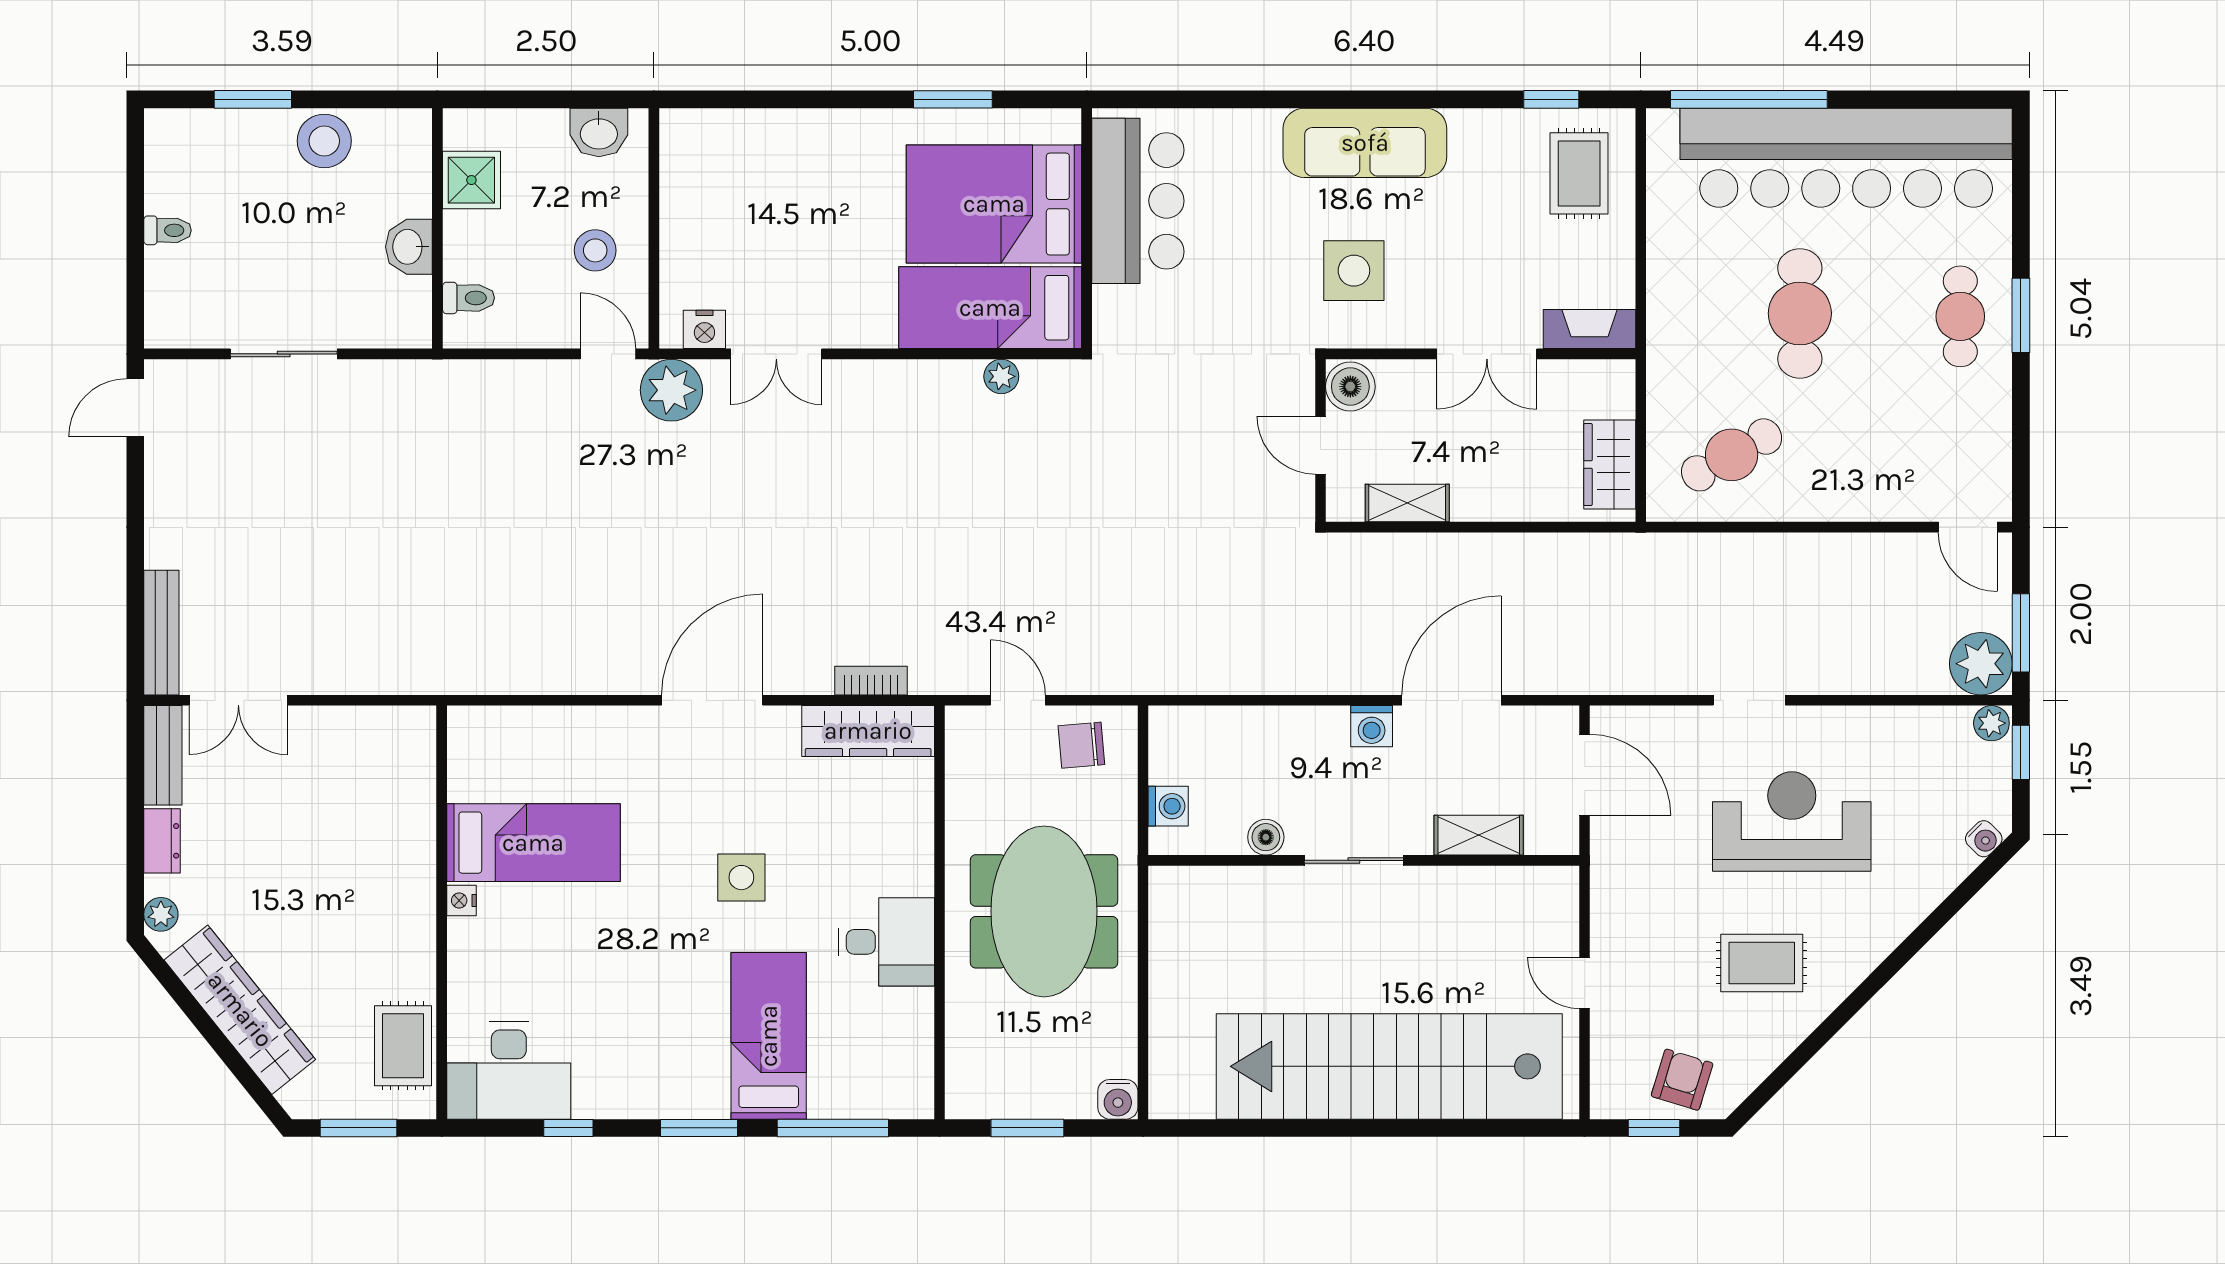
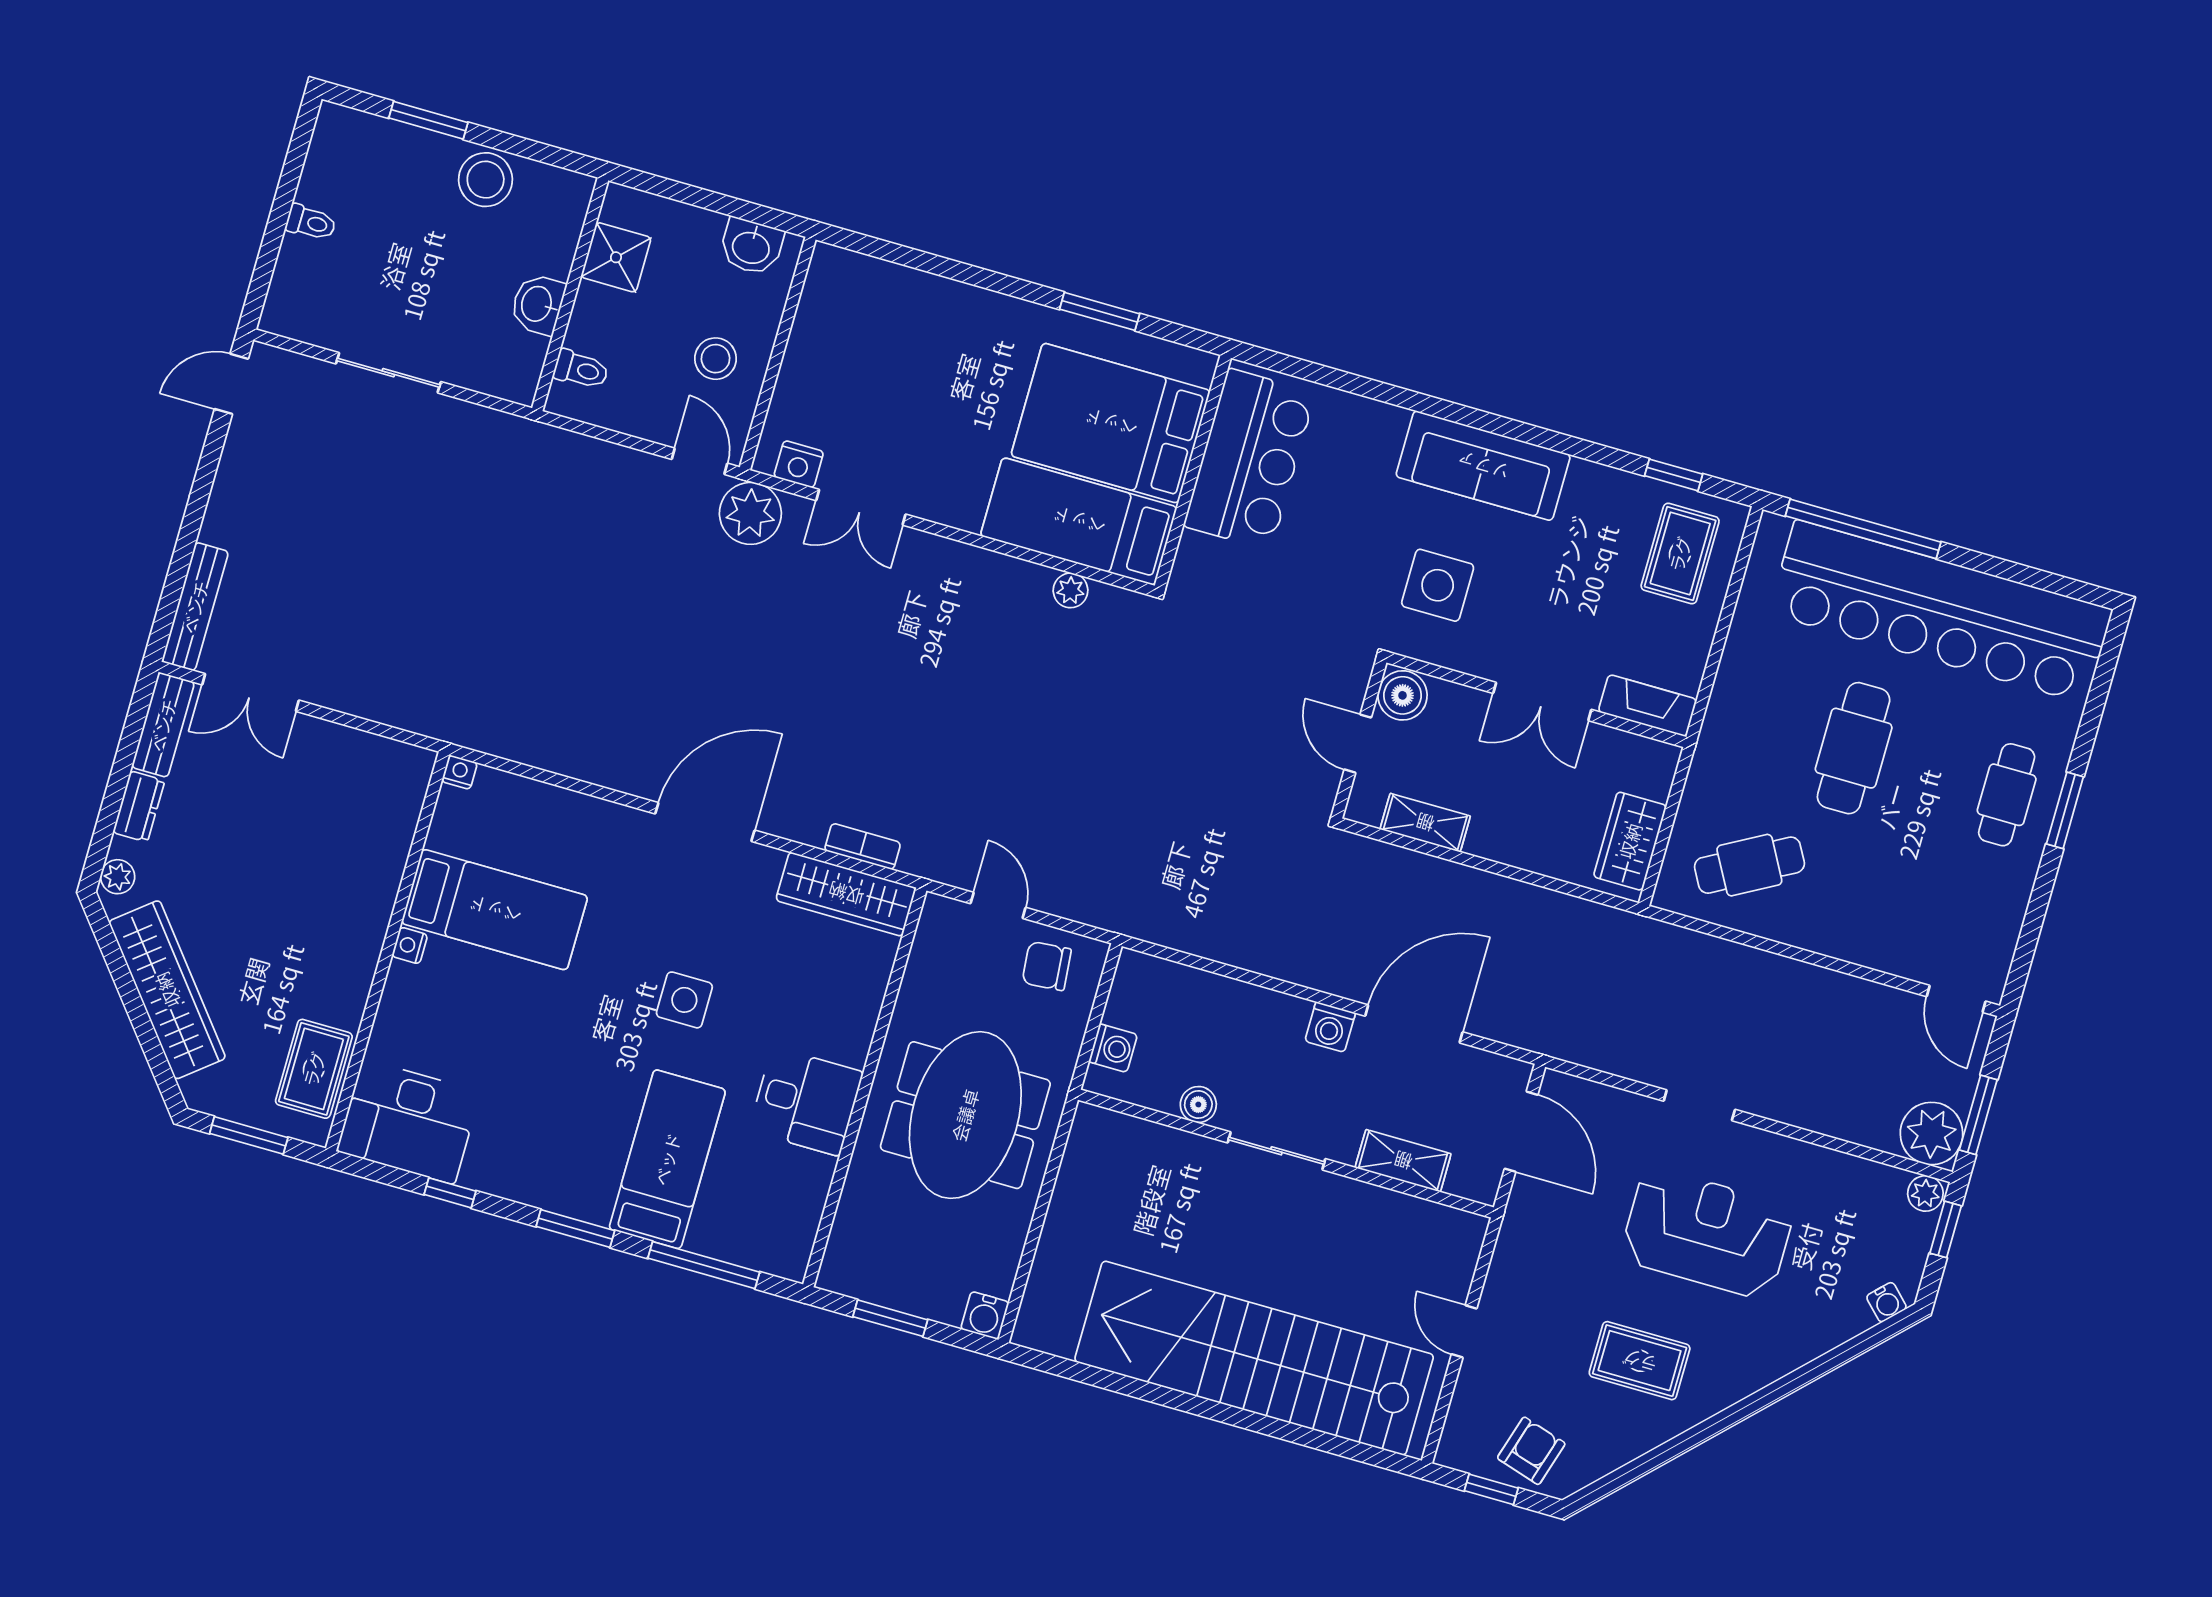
nightstand: (462, 720) -> (459, 772), added

